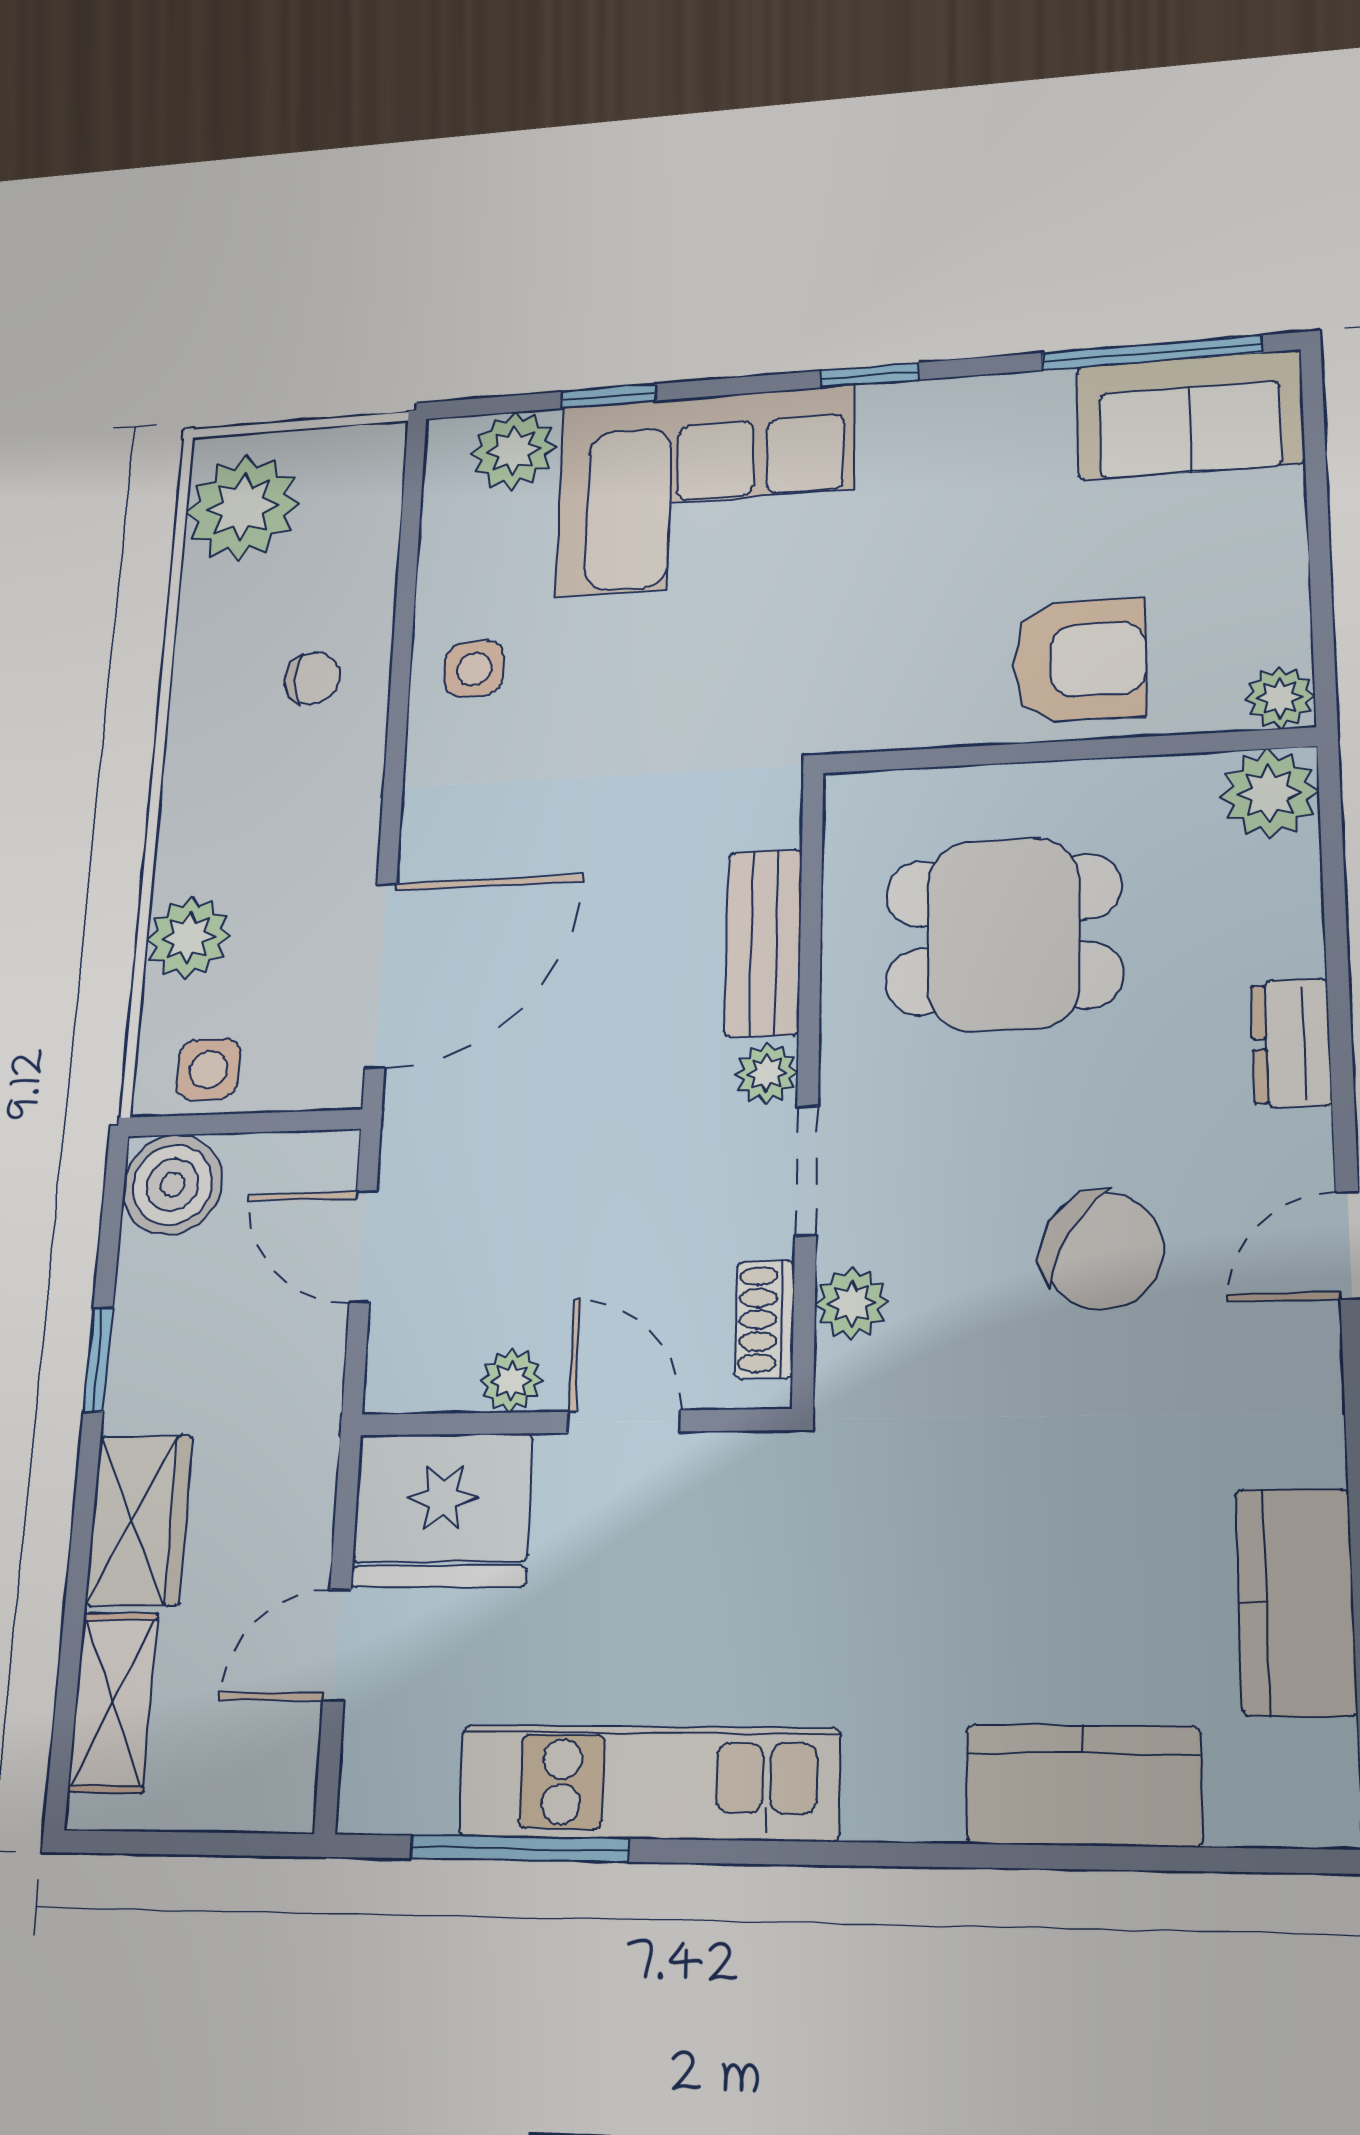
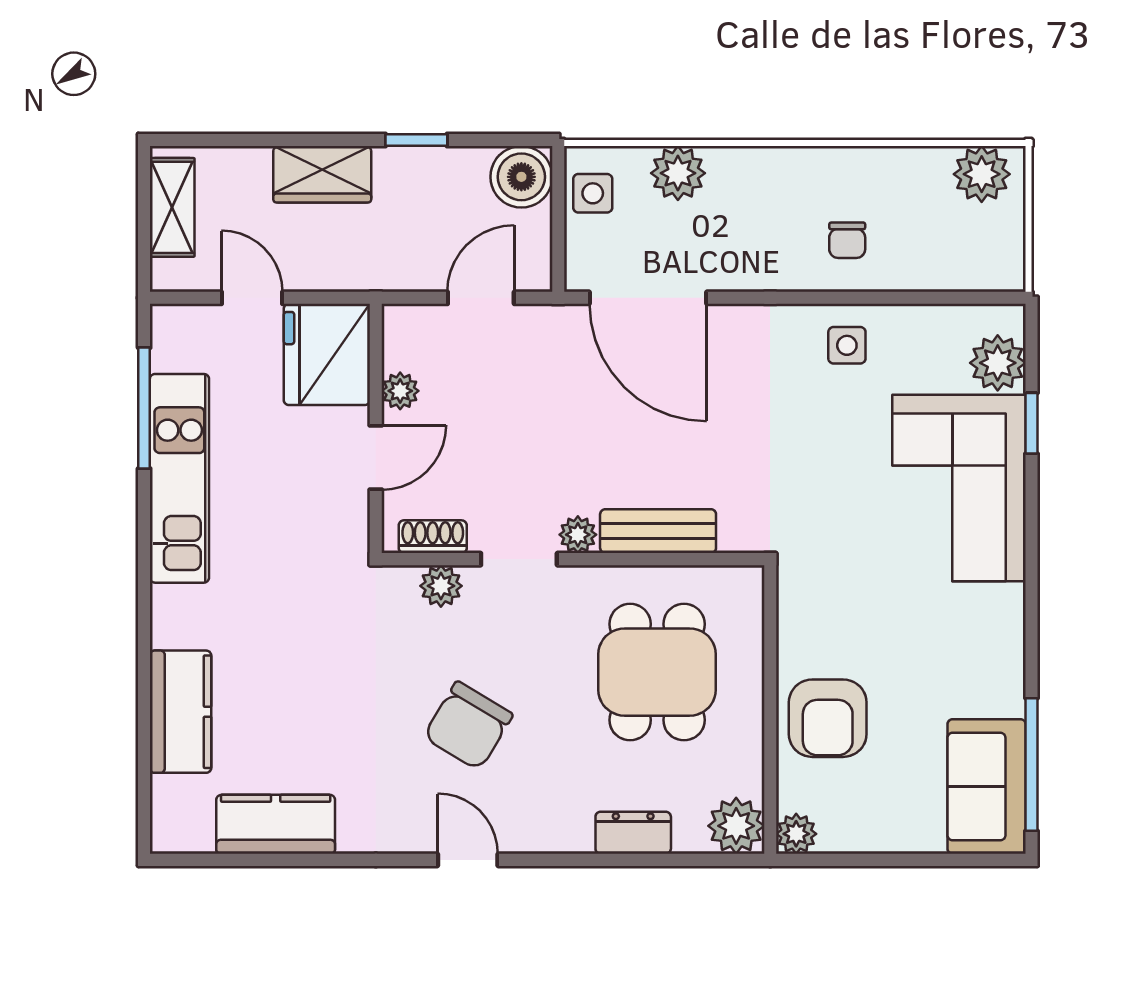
window: (870, 375) -> (1031, 590), removed
plant: (242, 508) -> (982, 174), width x0.73, depth x0.73
dresser: (1291, 1043) -> (633, 833), moved
shelving: (113, 1702) -> (172, 207), moved, turned 90

